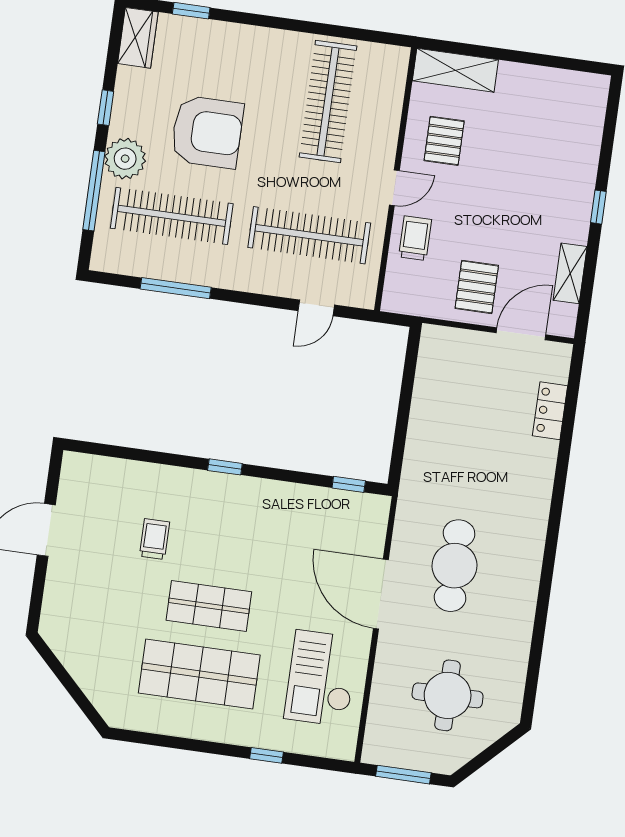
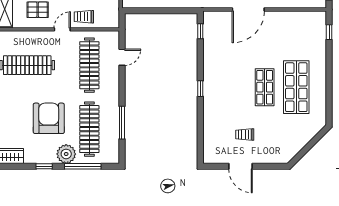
door: (394, 188) -> (62, 29), hinge flipped
door: (316, 308) -> (122, 57), hinge flipped
trolley: (155, 539) -> (245, 135), moved
checkout: (321, 678) -> (290, 31), removed
window: (267, 755) -> (329, 32), moved

